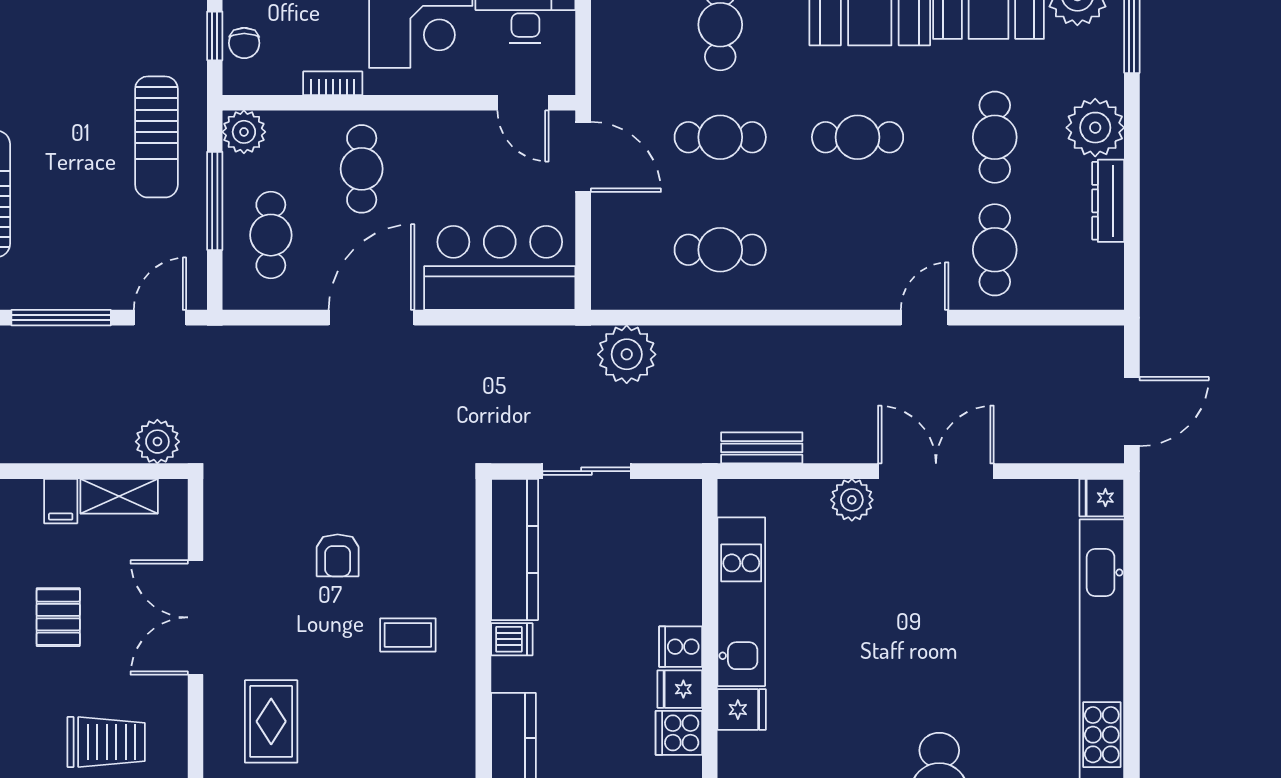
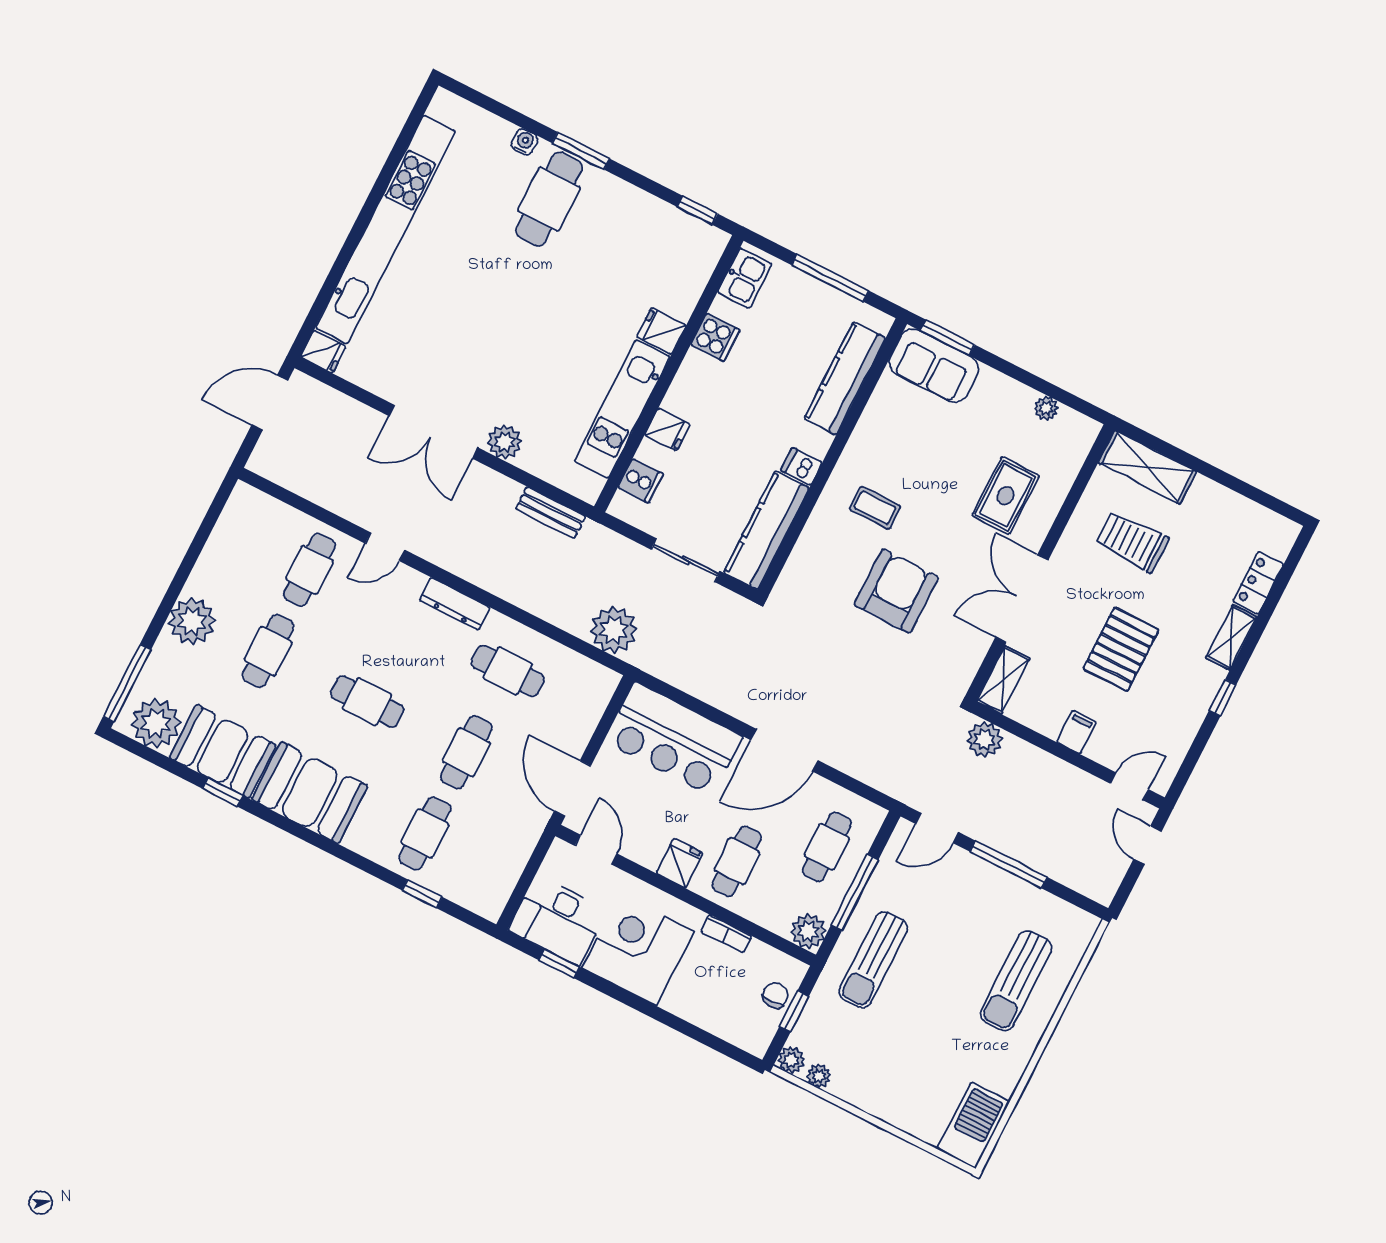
fridge: (424, 135) -> (680, 863), added
sun lounger: (156, 137) -> (873, 960), turned 180
cafe table: (720, 137) -> (466, 752), turned 90
dresser: (1108, 201) -> (455, 604), moved, turned 90
shelving: (119, 496) -> (1003, 680), moved, turned 90
armchair: (338, 555) -> (896, 591), width x1.88, depth x1.88
pallet: (58, 617) -> (1121, 649), width x1.50, depth x1.42
double door: (196, 617) -> (1022, 598), swing flipped
cooker: (681, 647) -> (641, 481), moved
fridge: (680, 689) -> (667, 430), moved

